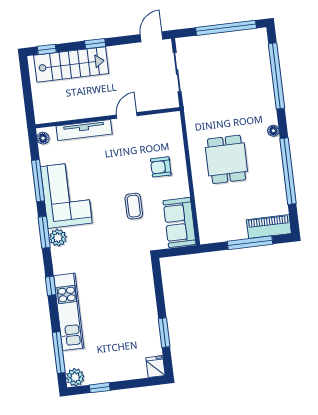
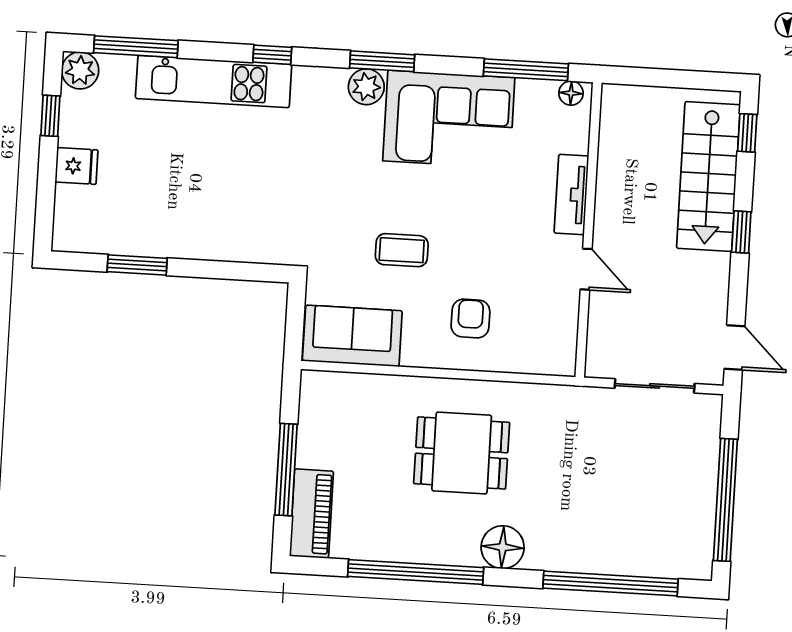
tv unit: (84, 130) -> (571, 195), width x0.71
floor lamp: (273, 131) -> (503, 547), width x1.89, depth x1.89
window: (38, 181) -> (526, 70), moved
fridge: (156, 367) -> (76, 166), moved

